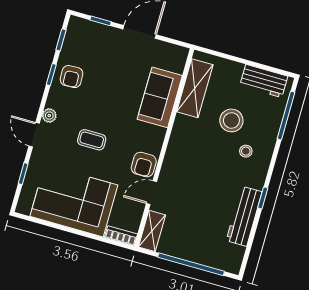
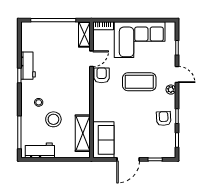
sofa: (160, 97) -> (103, 140), moved
coffee table: (92, 140) -> (139, 82), width x1.86, depth x1.72
workbench: (244, 216) -> (28, 66), width x0.73

